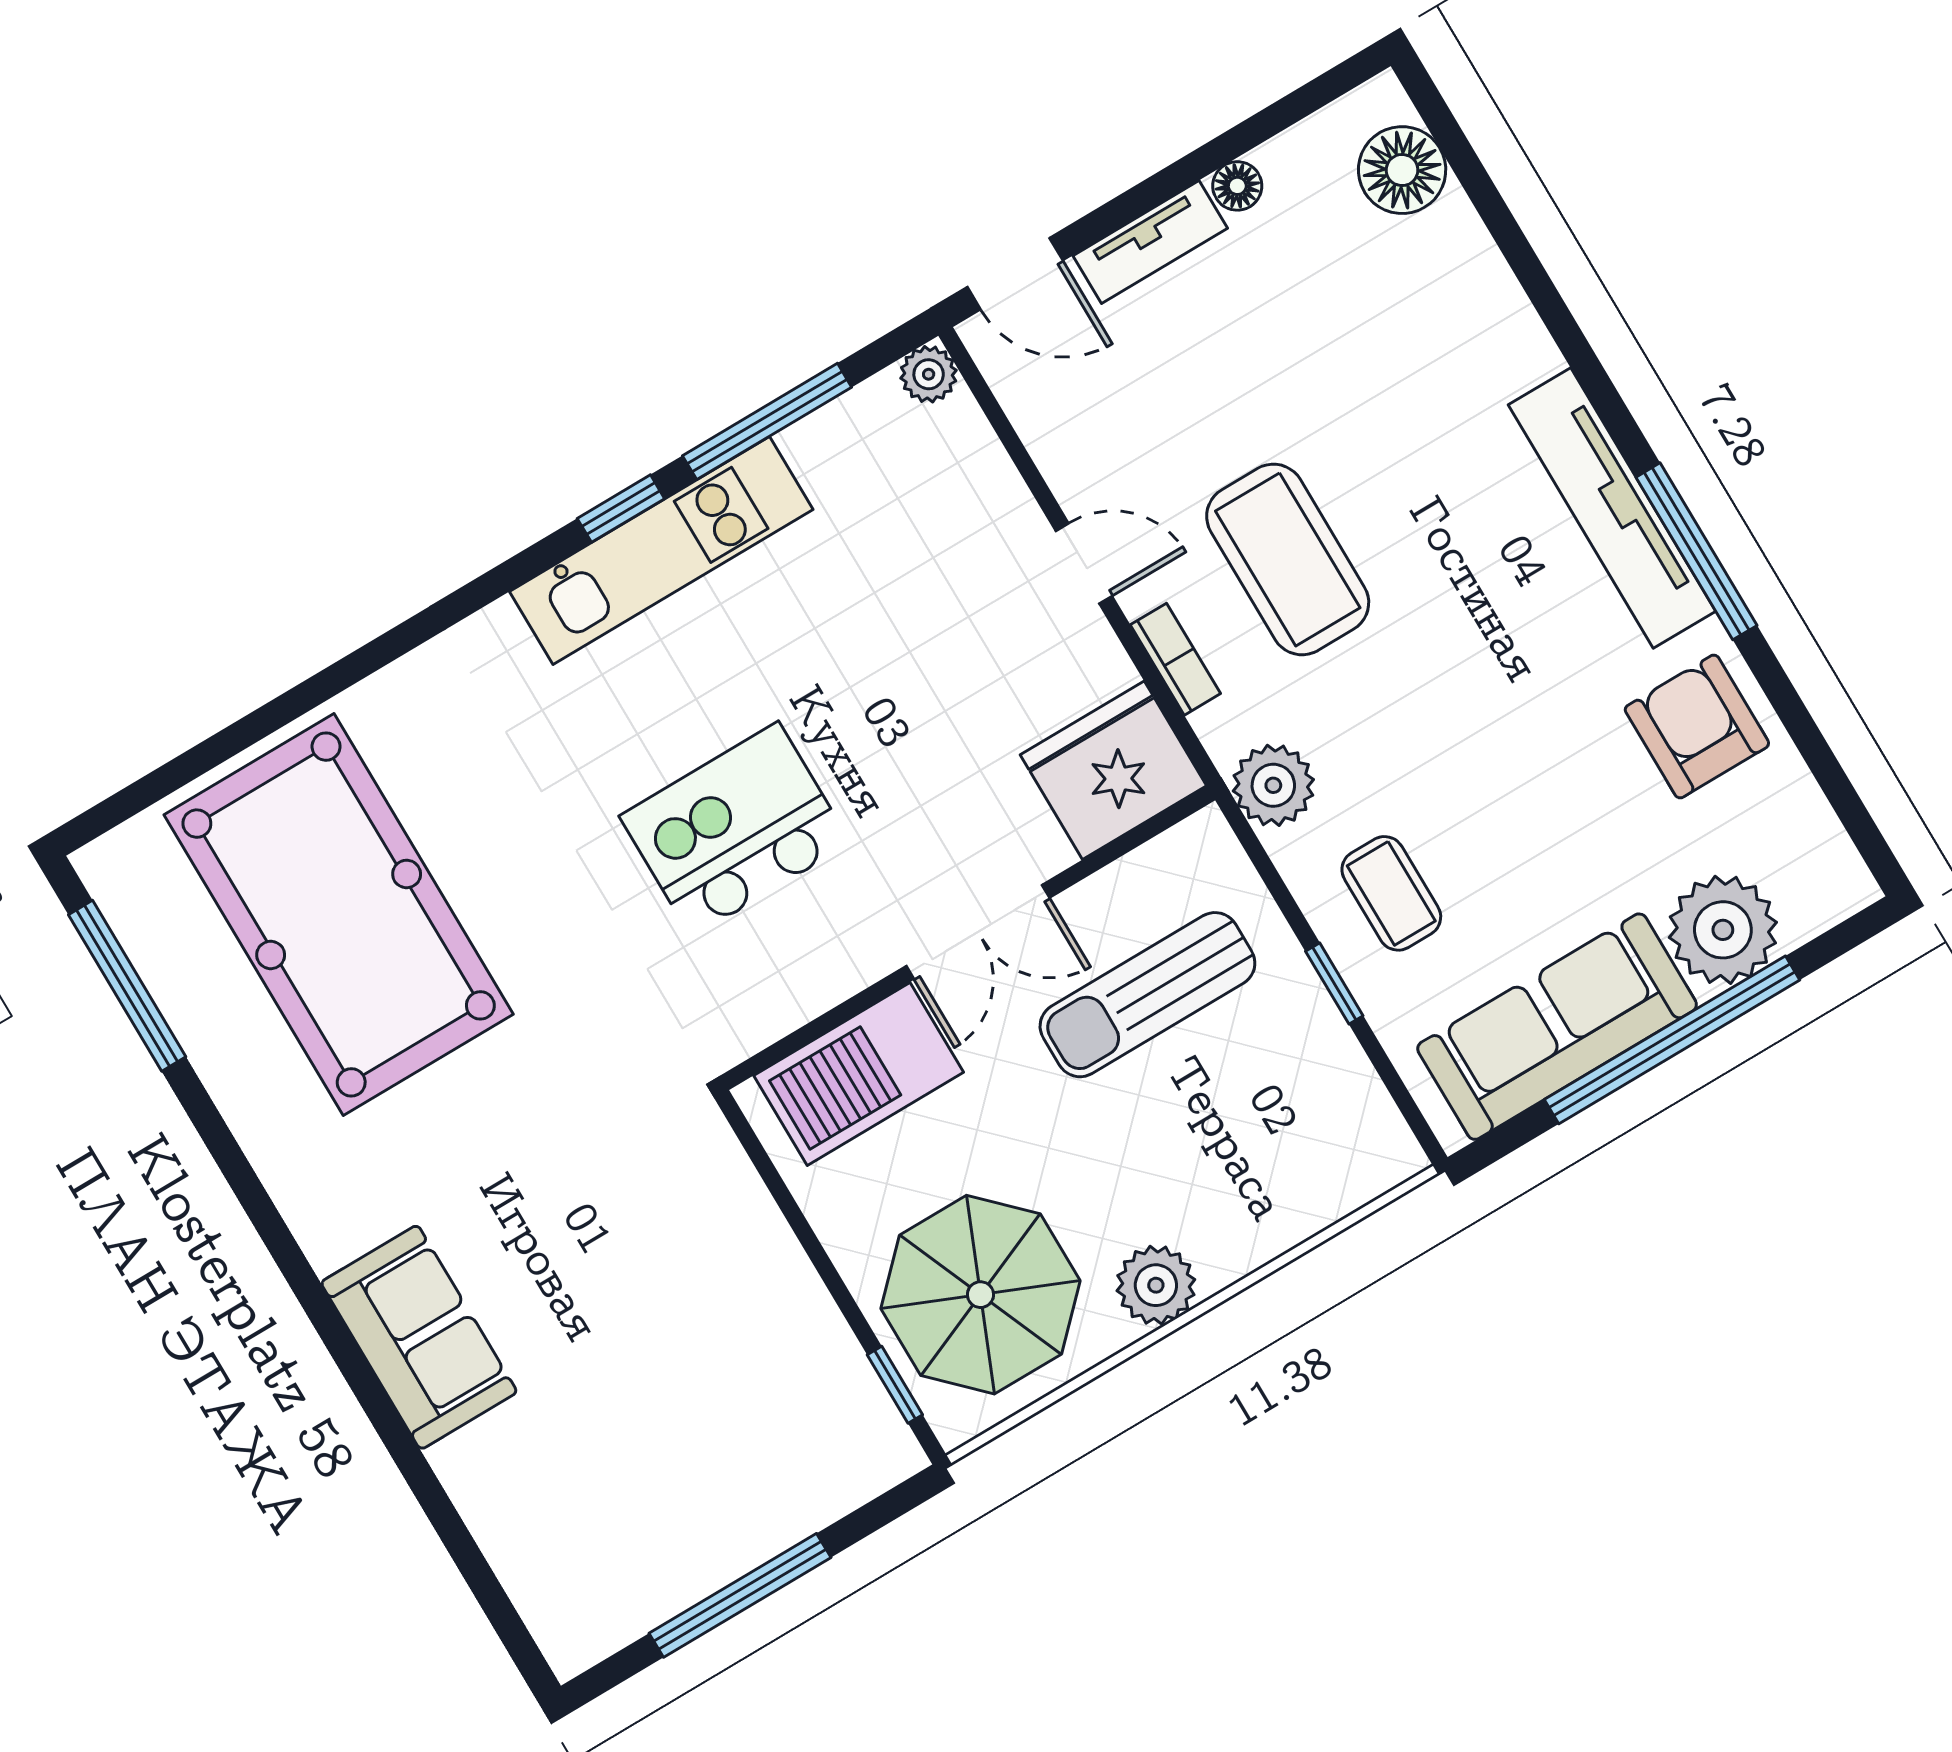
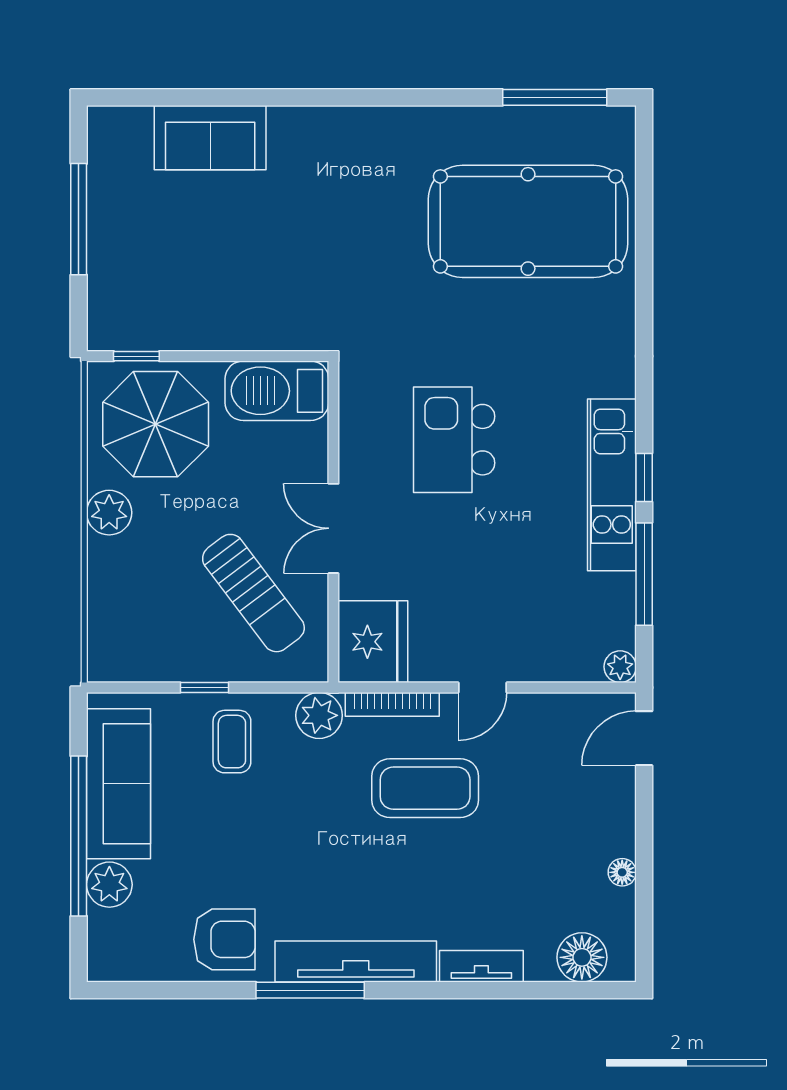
tv unit: (1150, 242) -> (481, 966), moved, turned 90
bookcase: (1175, 659) -> (392, 704), width x1.56
kitchen island: (735, 829) -> (454, 440), turned 180
coffee table: (1391, 893) -> (232, 742), turned 90
plant: (1723, 930) -> (109, 885), width x0.73, depth x0.73
sun lounger: (1147, 995) -> (253, 593), turned 143
barbecue: (859, 1074) -> (277, 391), moved, turned -90
sofa: (419, 1337) -> (210, 138), moved

